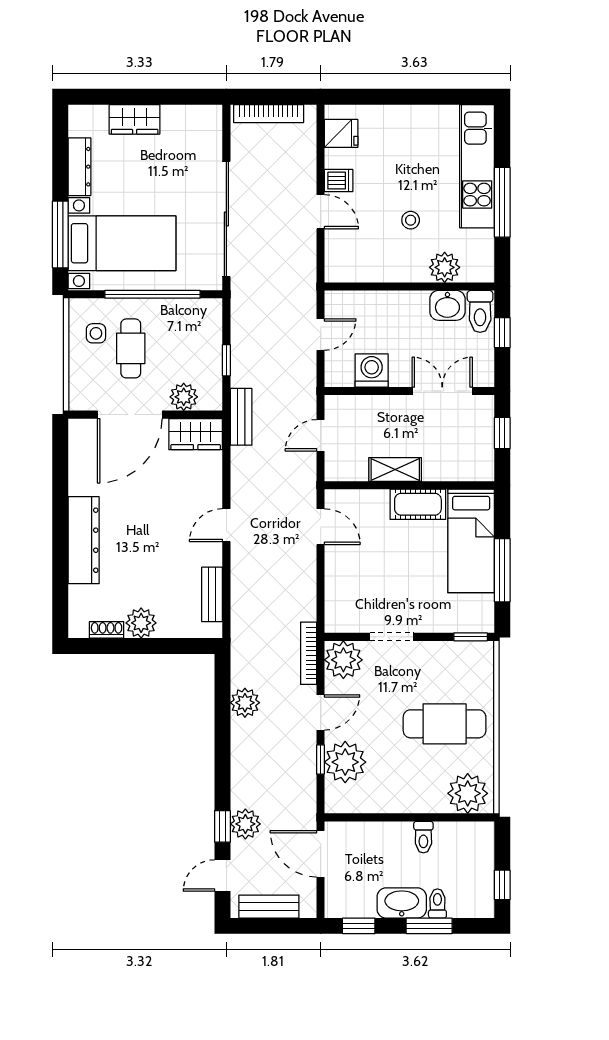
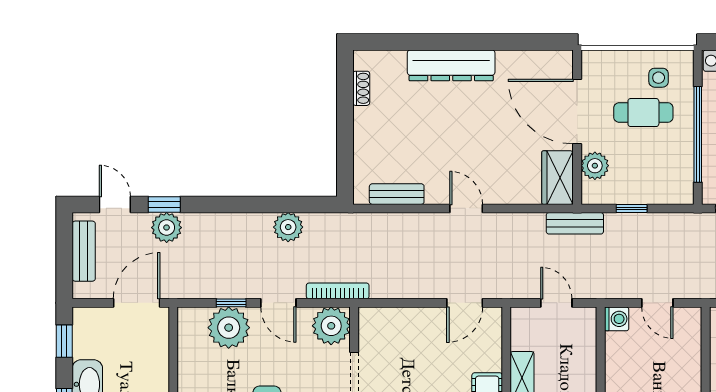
washing machine: (372, 371) -> (617, 319), moved, width x0.73, depth x0.73
plant: (141, 623) -> (368, 123), removed

